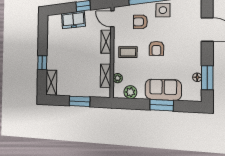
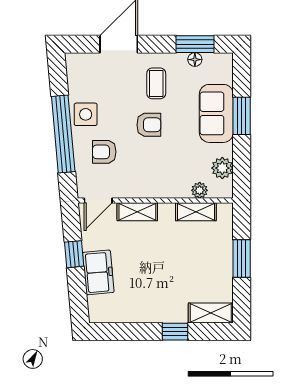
armchair: (140, 22) -> (104, 152), turned 90
coffee table: (128, 52) -> (156, 83), moved

